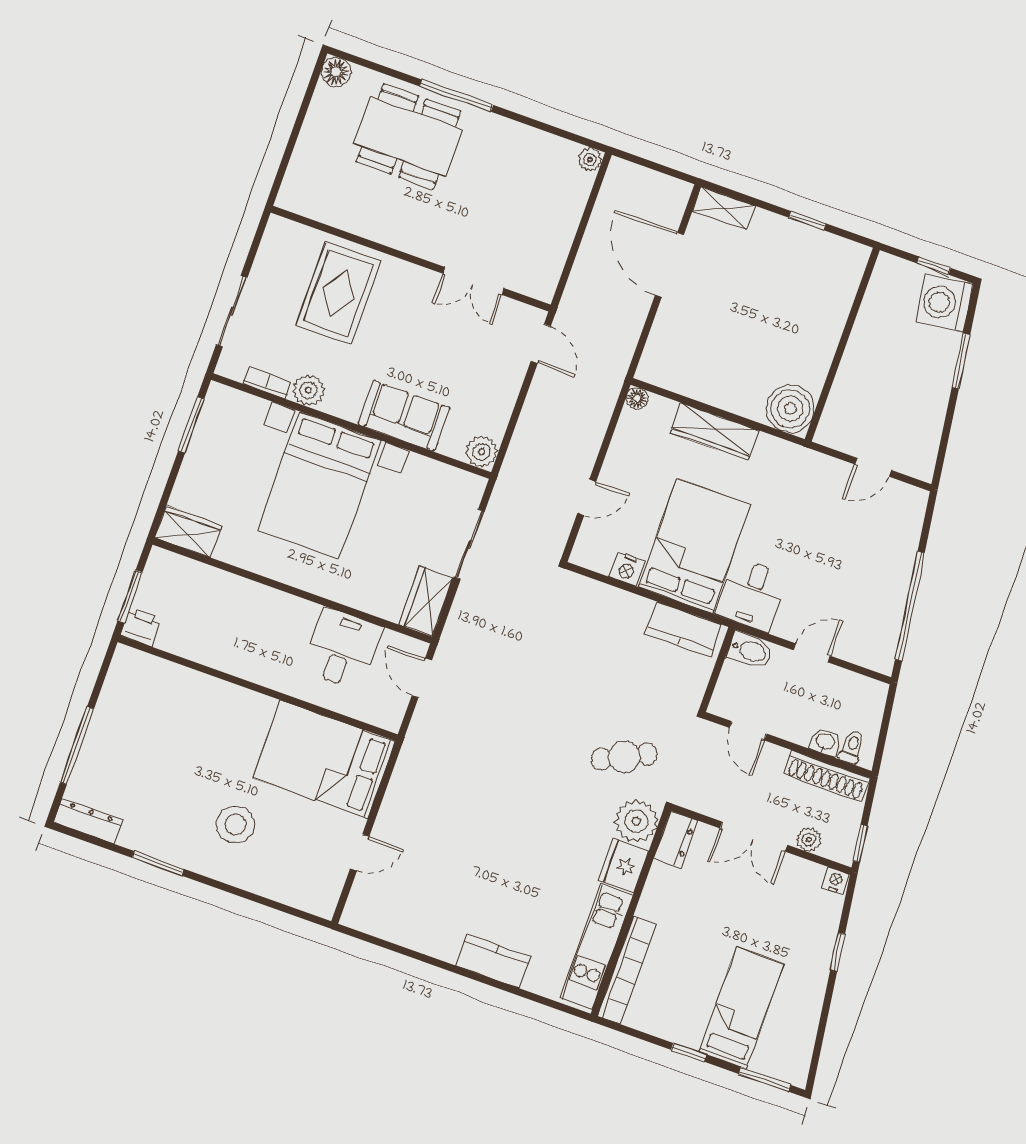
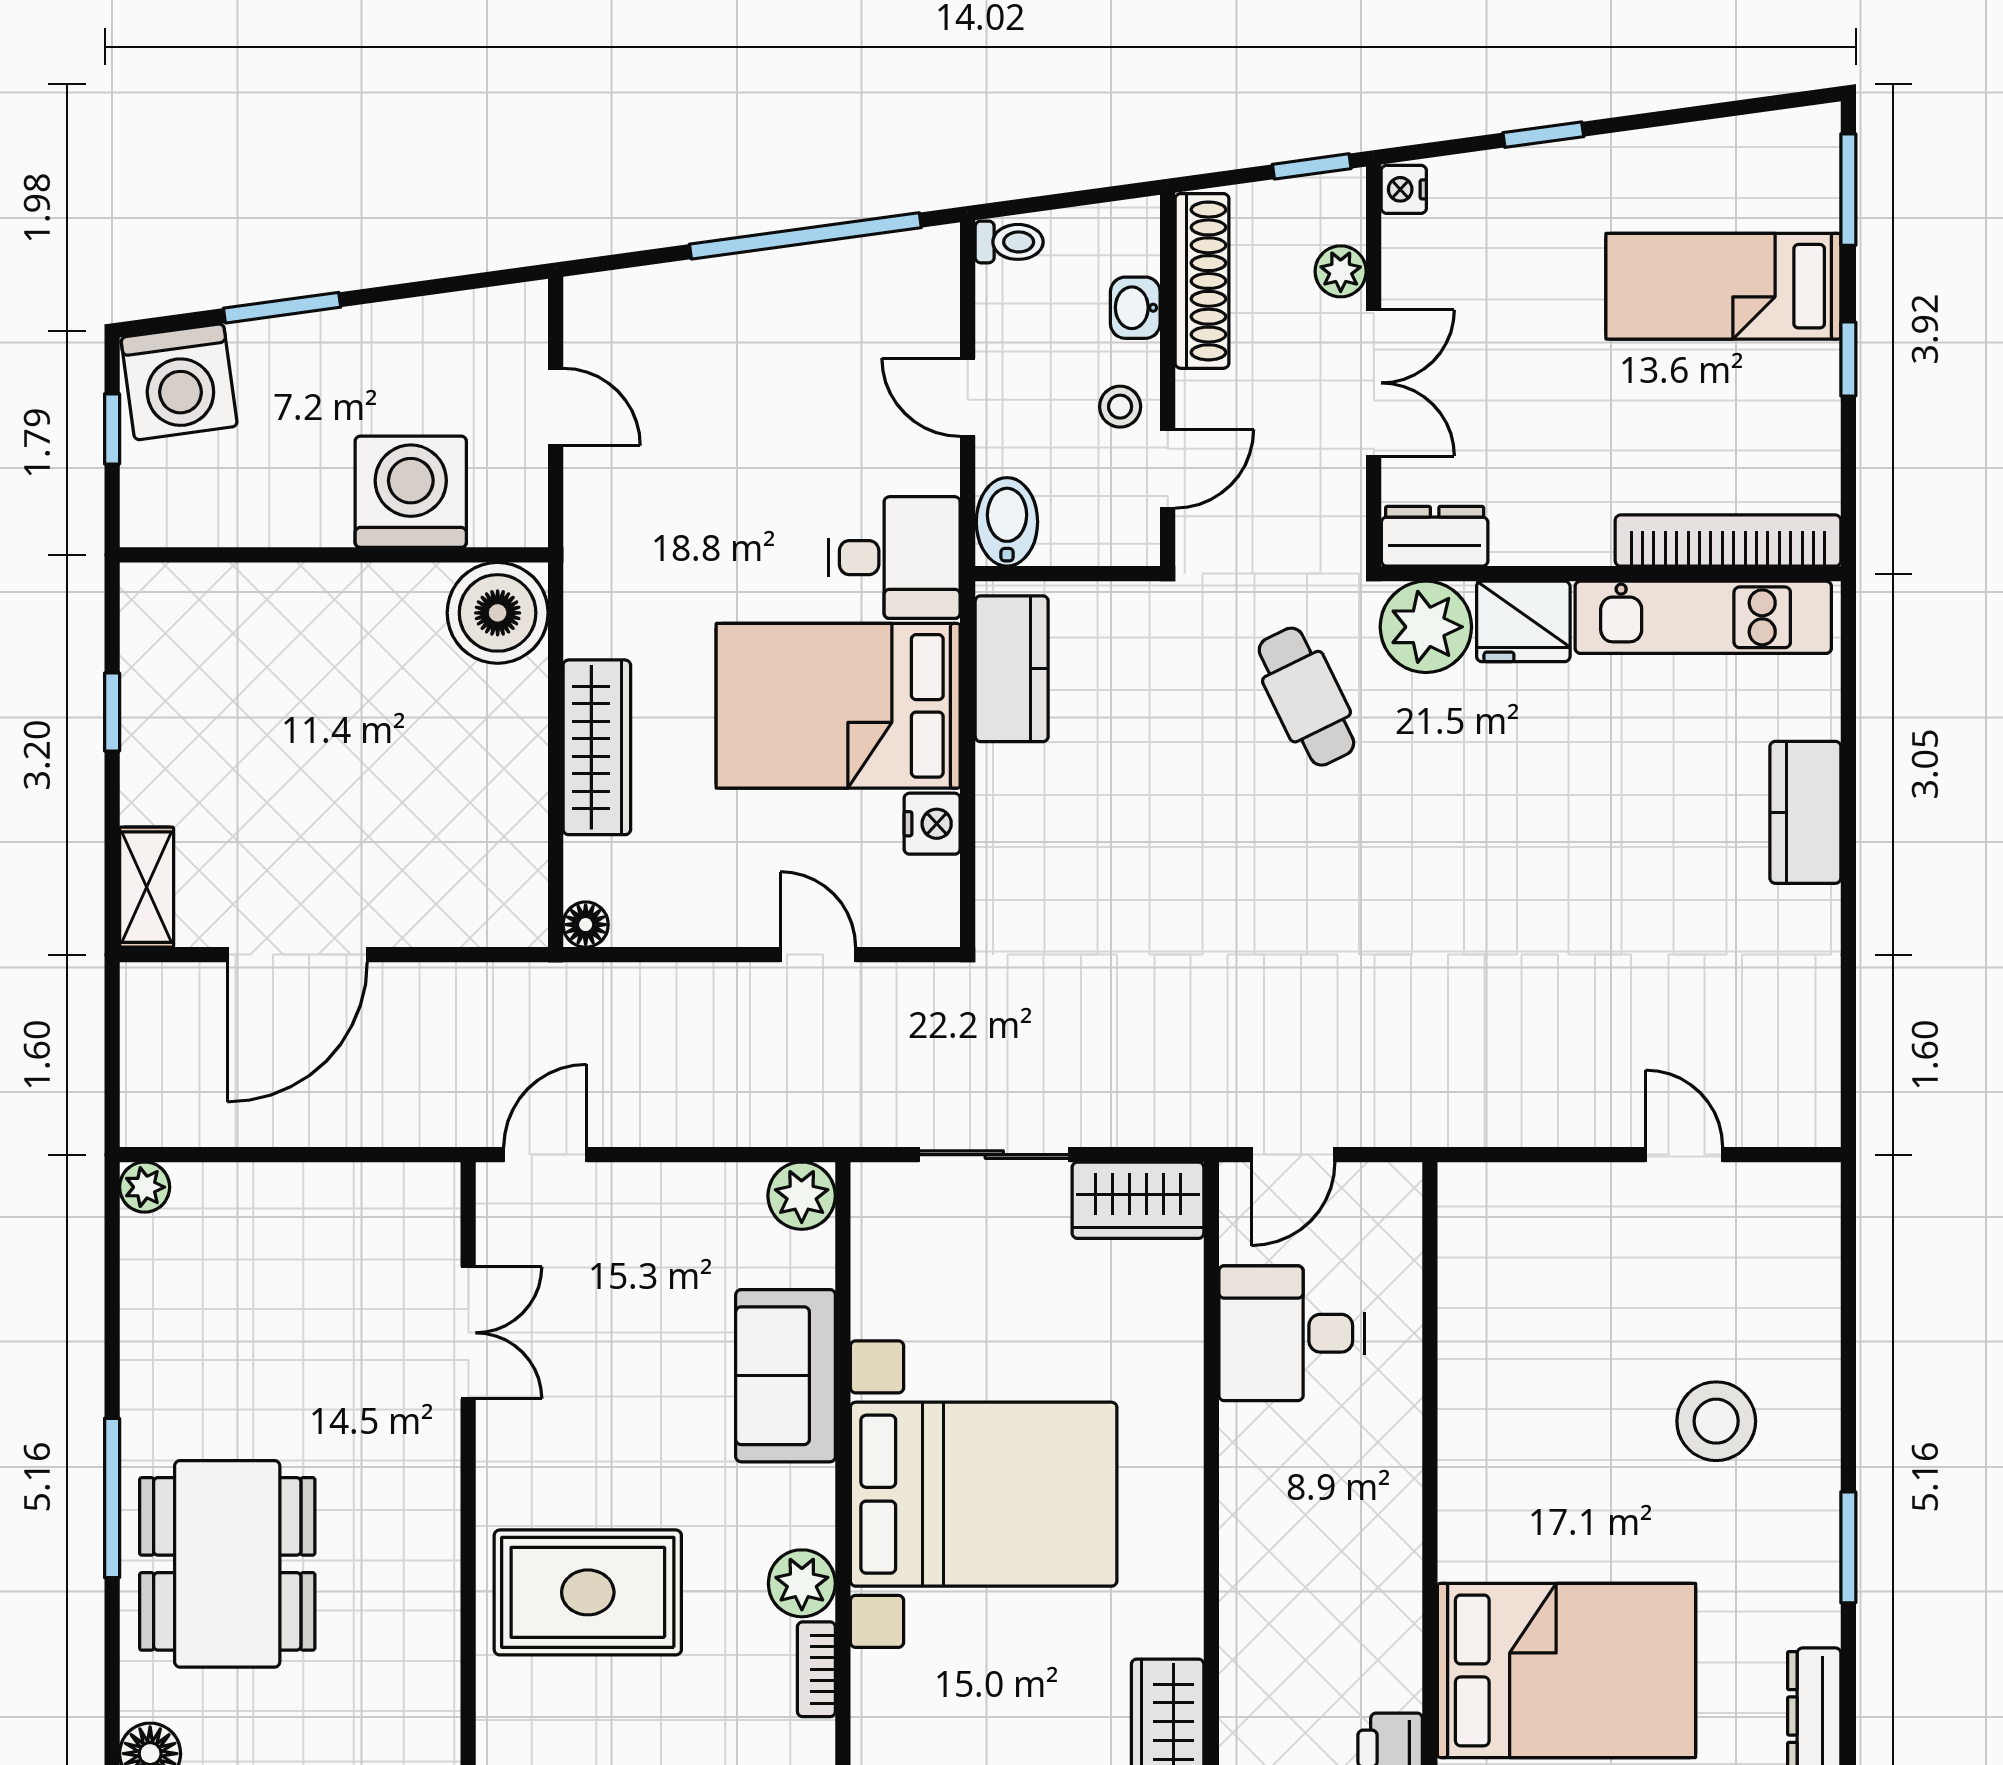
washing machine: (858, 389) -> (411, 492), added
stool: (783, 720) -> (1120, 407), added
toilet: (852, 747) -> (1009, 242), moved, turned 180
bed: (324, 759) -> (1566, 1670), moved, turned -90

